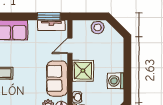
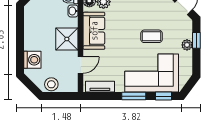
window: (49, 16) -> (134, 96), moved
washing machine: (116, 81) -> (32, 60), moved

